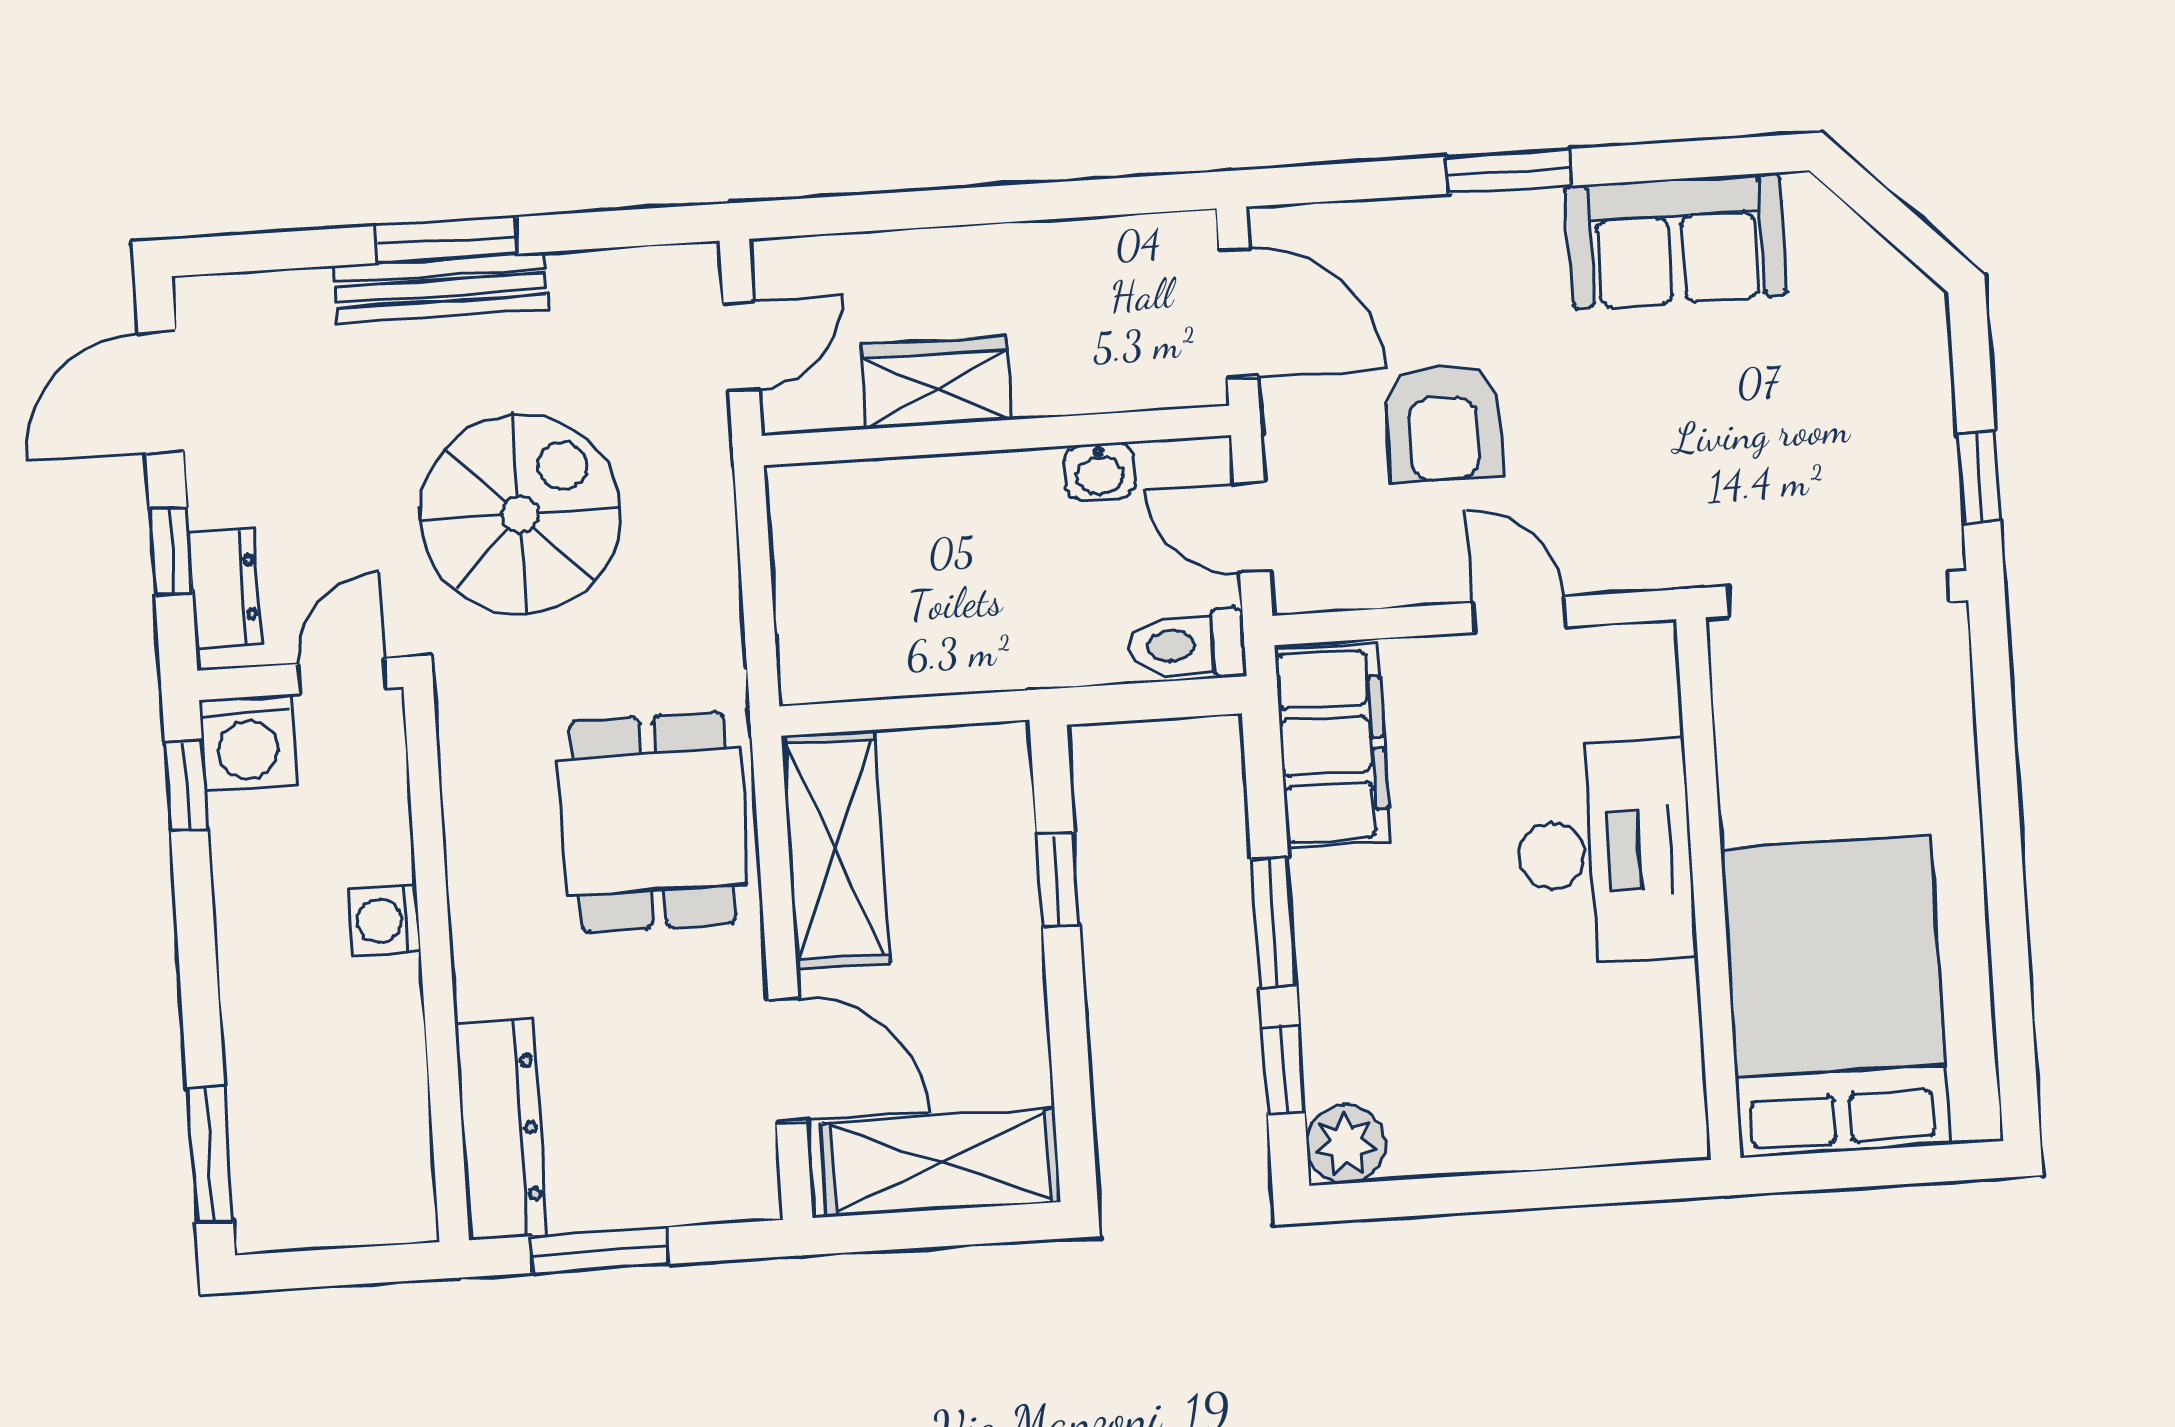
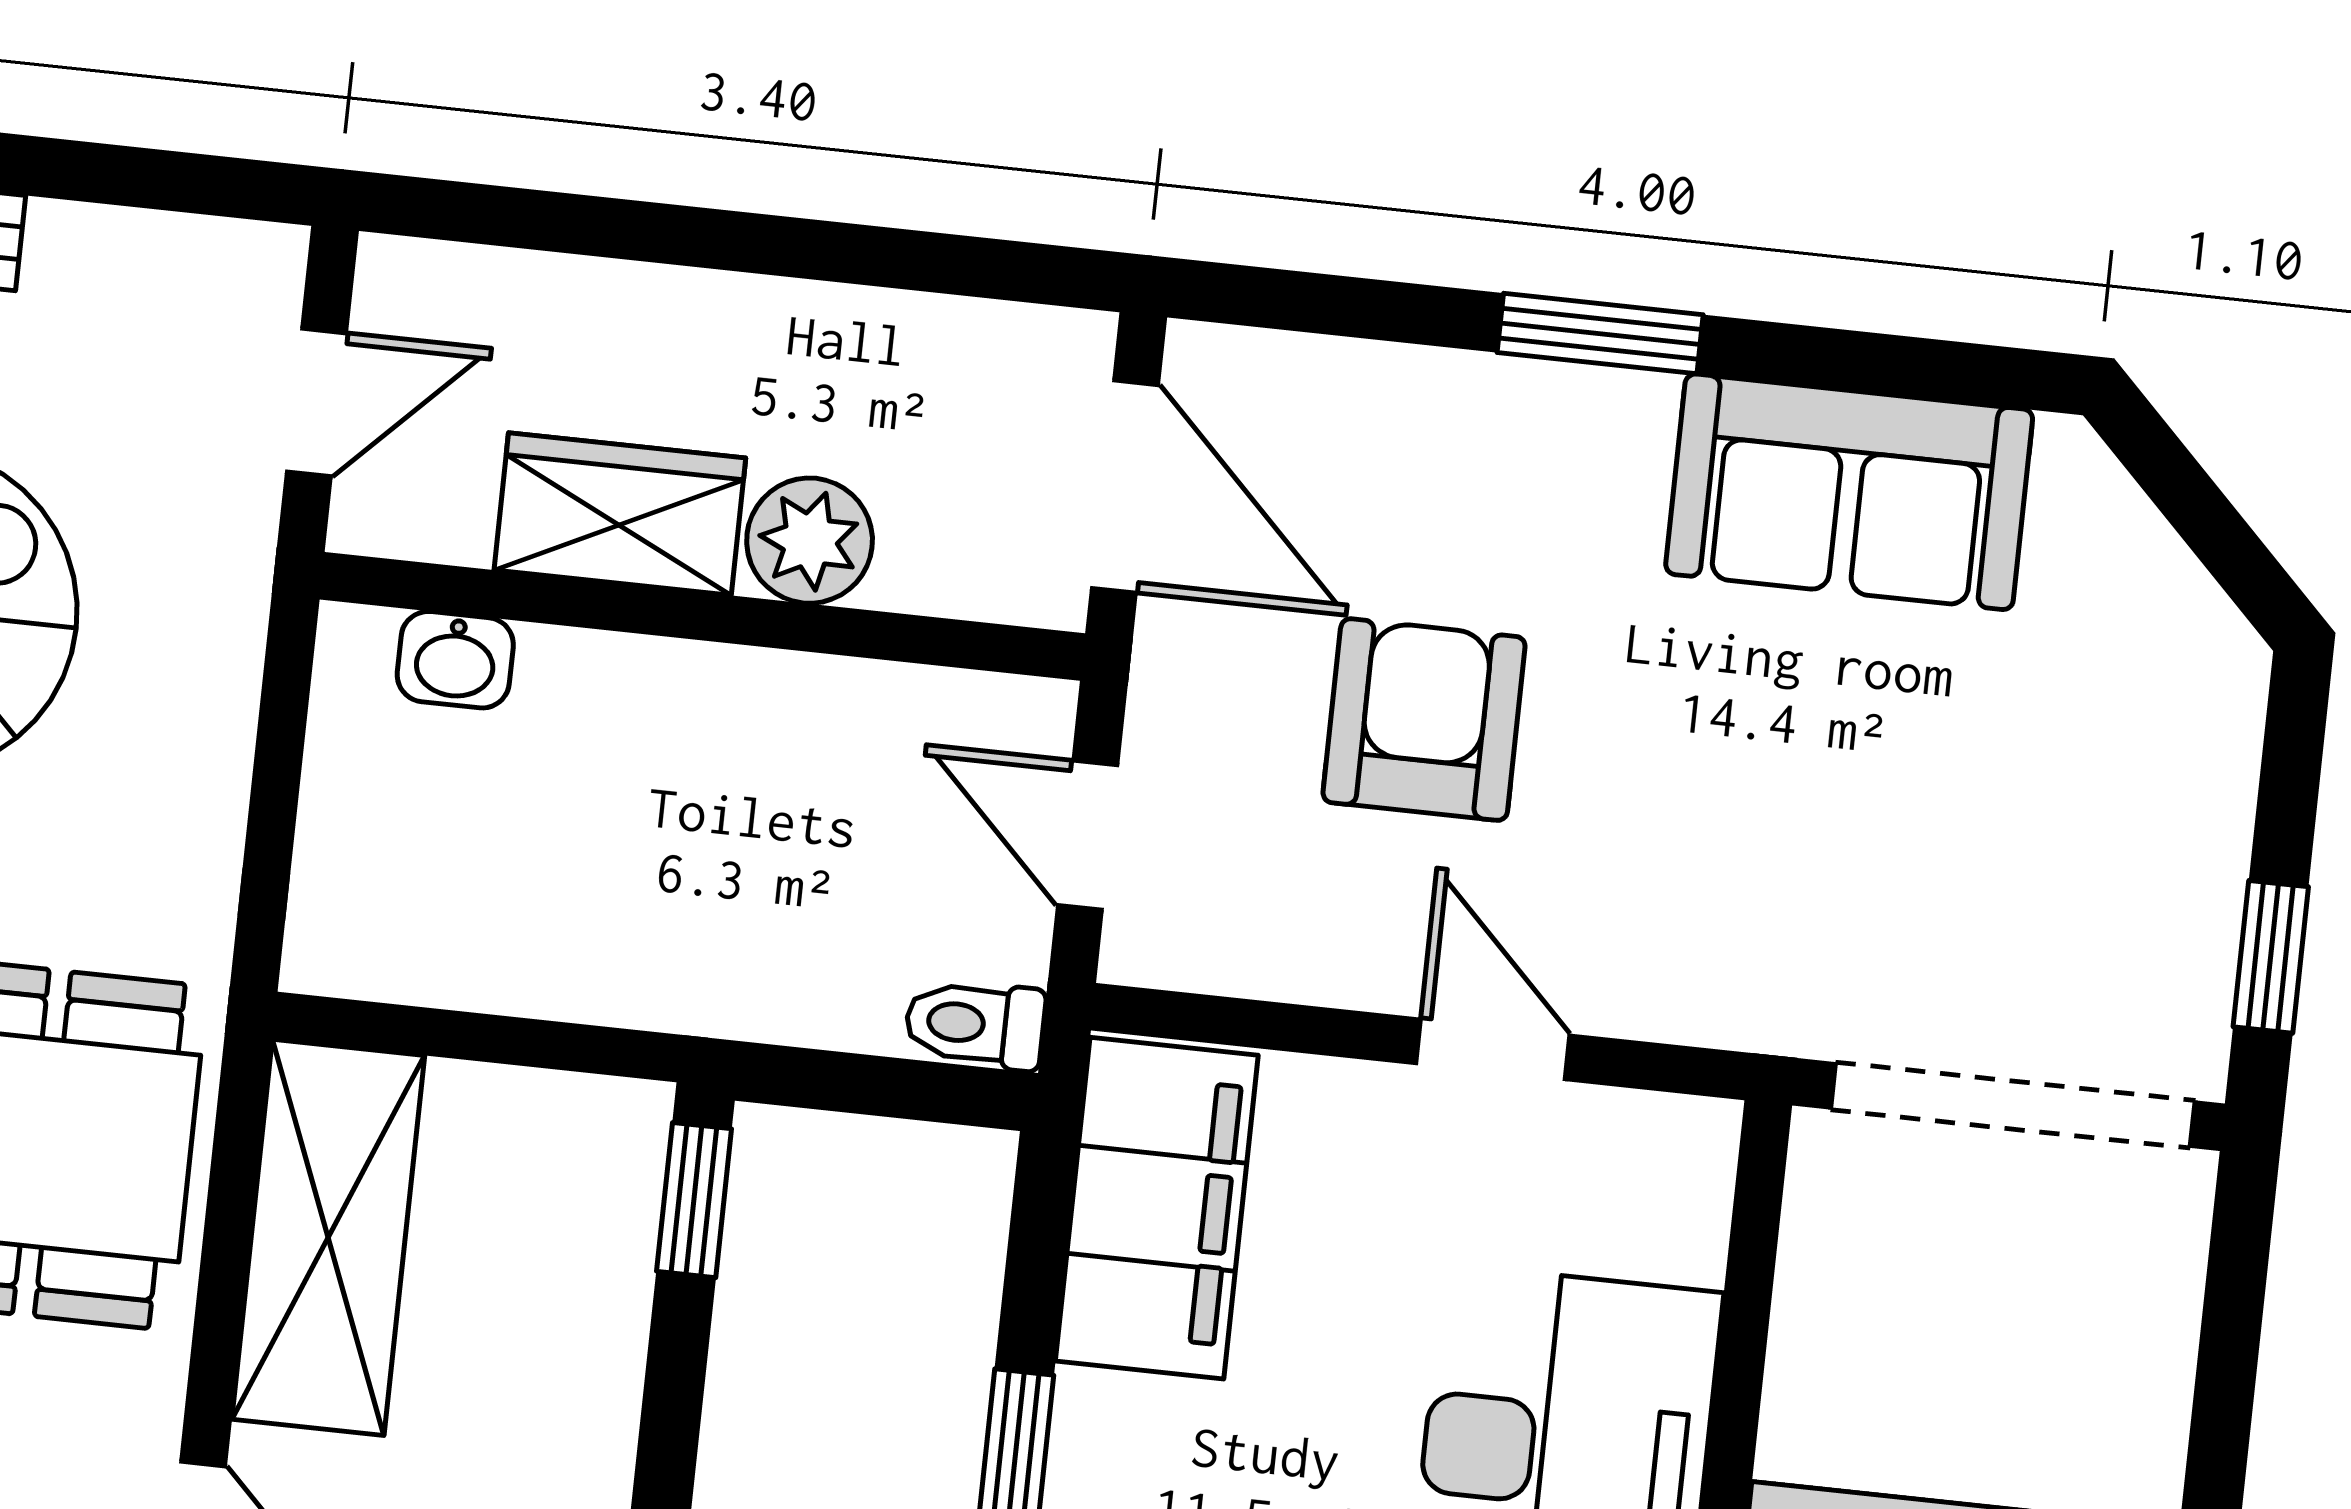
plant: (1053, 379) -> (810, 541), added
armchair: (1443, 423) -> (1424, 720), turned 180
washbasin: (1100, 472) -> (455, 660), moved
toilet: (1187, 645) -> (975, 1024), width x0.73, depth x0.72
window: (1058, 880) -> (694, 1200), moved

